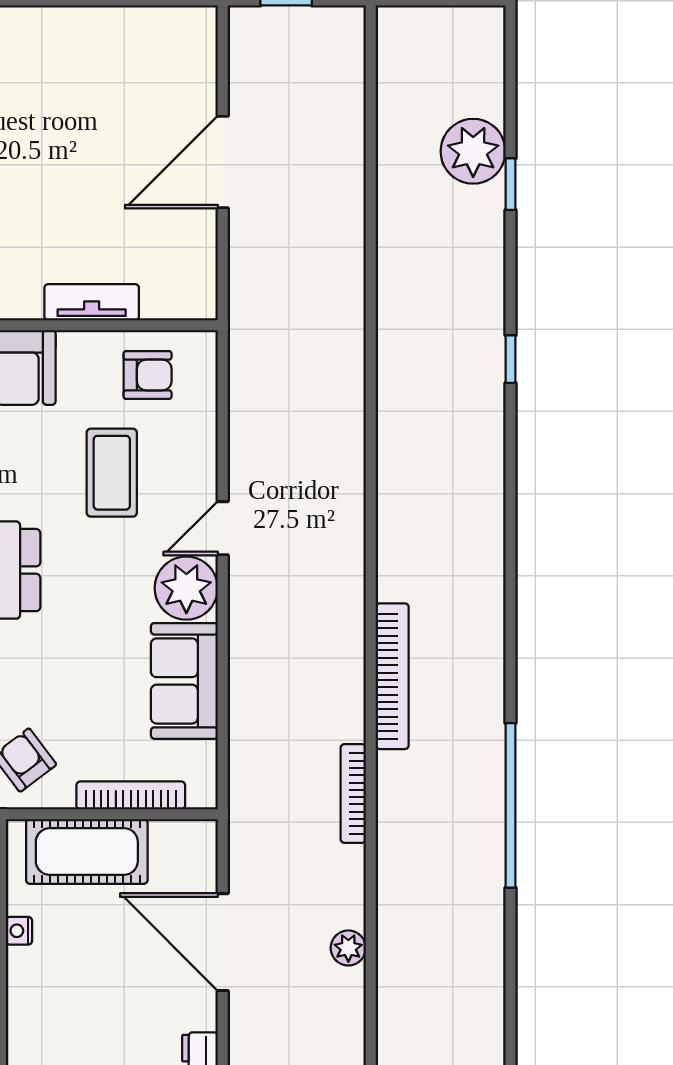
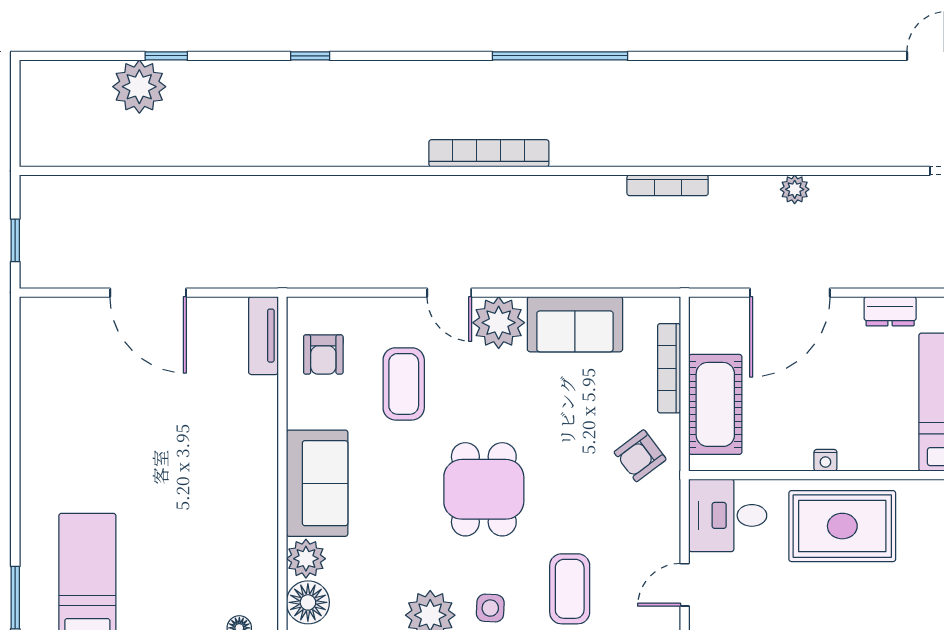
tv unit: (92, 302) -> (263, 336), moved
armchair: (148, 375) -> (323, 355), turned 180
coffee table: (112, 473) -> (404, 384), turned 90
bookcase: (392, 676) -> (489, 153), moved
window: (510, 805) -> (560, 56), moved
nightstand: (19, 931) -> (825, 460), moved

